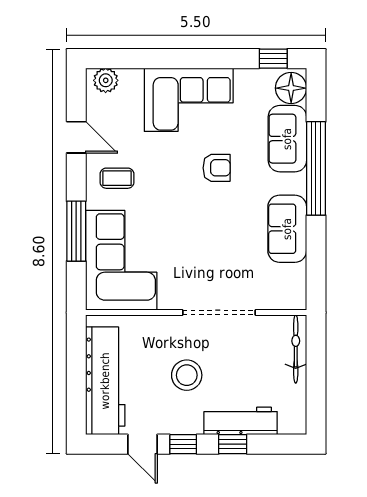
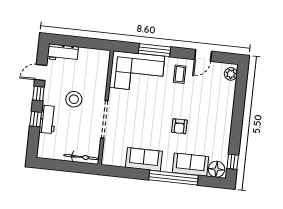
corner sofa: (189, 100) -> (216, 116), removed
workbench: (105, 381) -> (63, 53), width x0.53, depth x0.76
workbench: (241, 421) -> (48, 119), width x0.73

